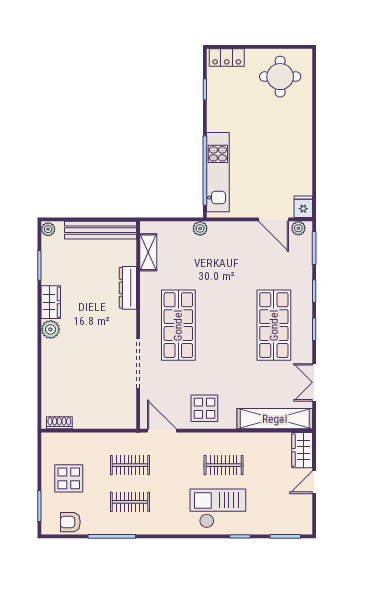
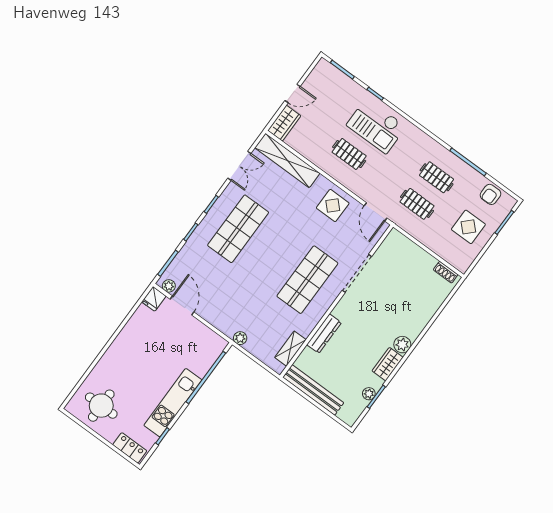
kitchen unit: (218, 172) -> (173, 403), moved
plant: (48, 229) -> (369, 394), moved
armchair: (70, 522) -> (490, 194), turned 90

